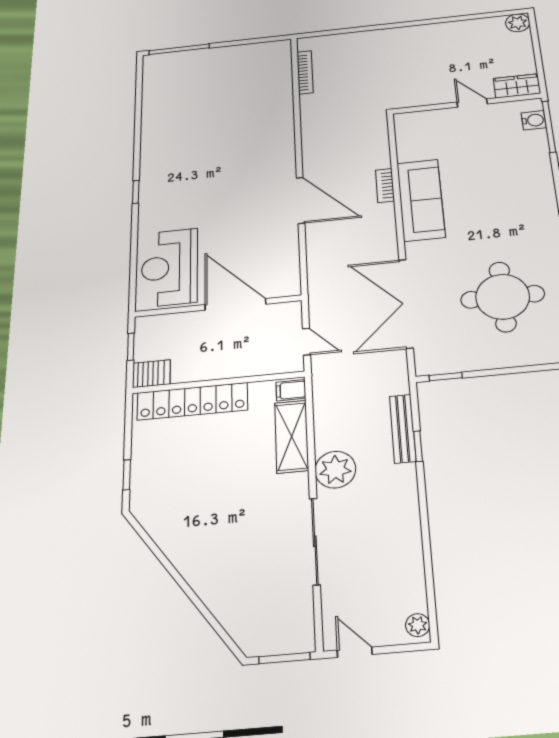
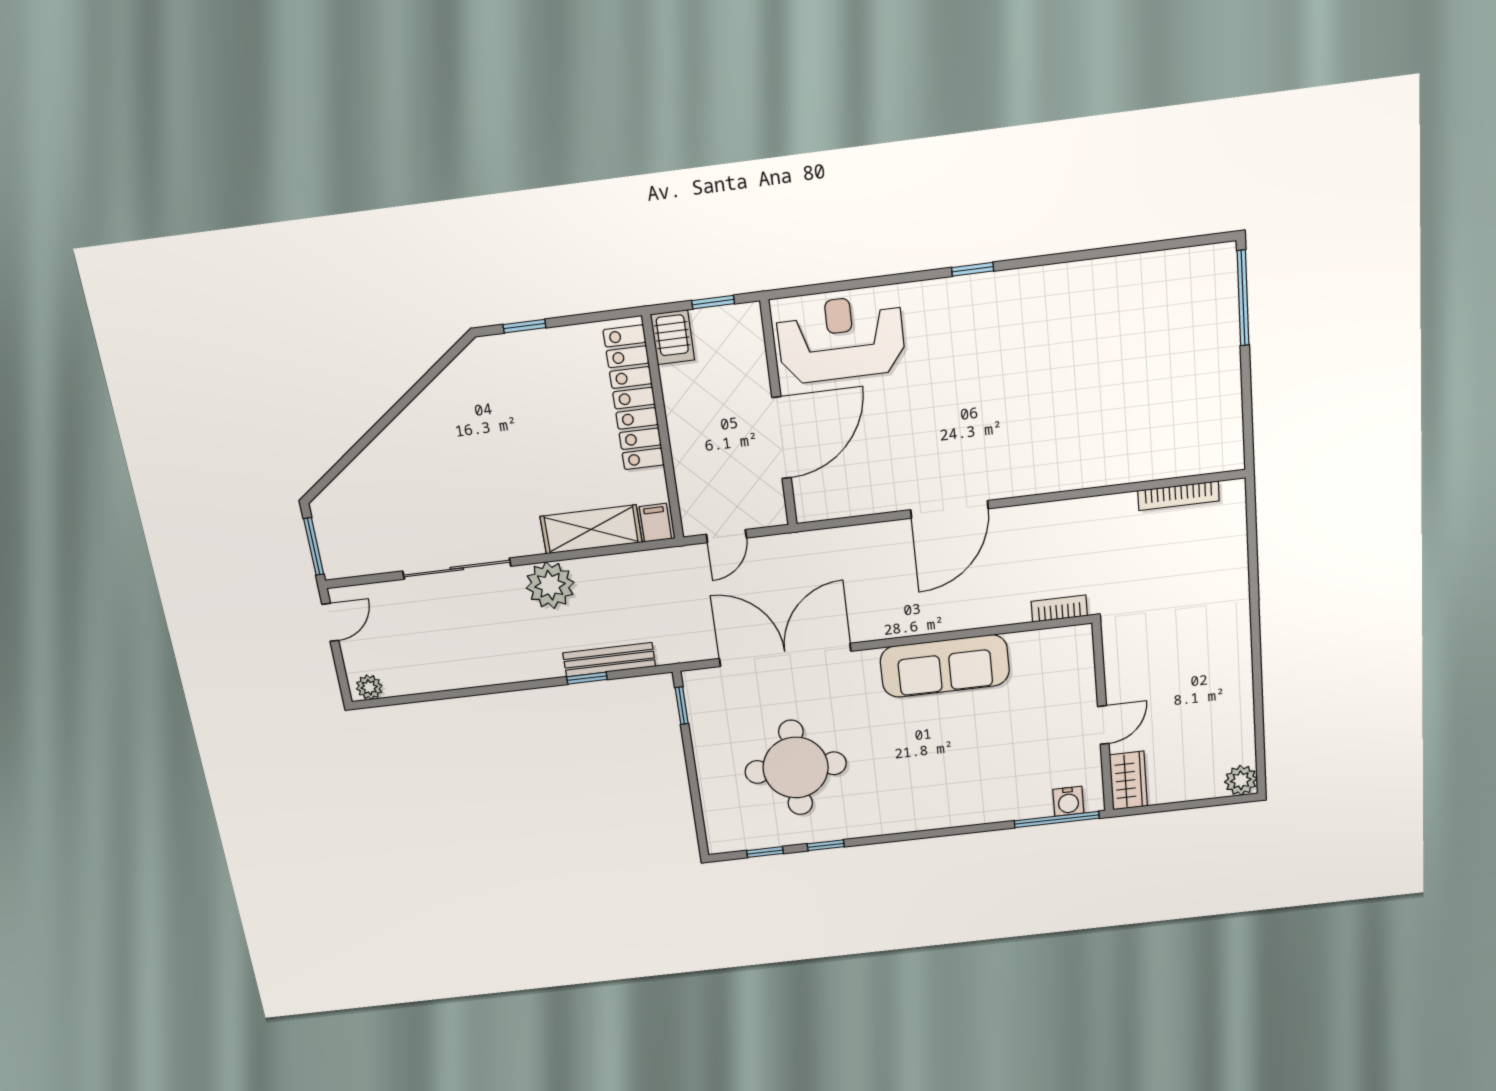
bookcase: (385, 186) -> (1059, 609), moved

